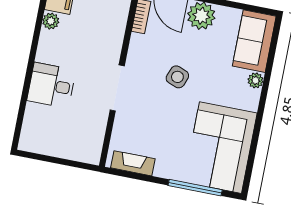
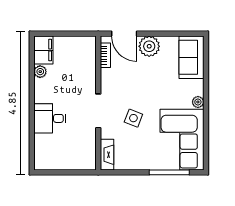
side table: (177, 77) -> (133, 118), moved
plant: (255, 80) -> (198, 102), moved
fireplace: (133, 163) -> (107, 155), moved, turned 90

